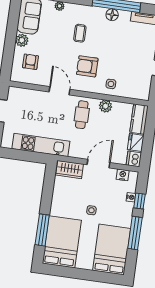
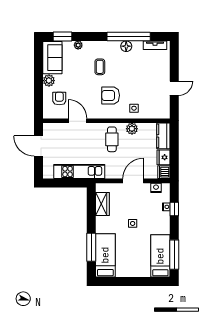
door: (60, 91) -> (77, 121), moved
wardrobe: (70, 170) -> (102, 204), moved, turned -90
window: (135, 233) -> (174, 255), moved
bed: (62, 242) -> (105, 255), width x0.67
bed: (112, 250) -> (160, 256), width x0.67

